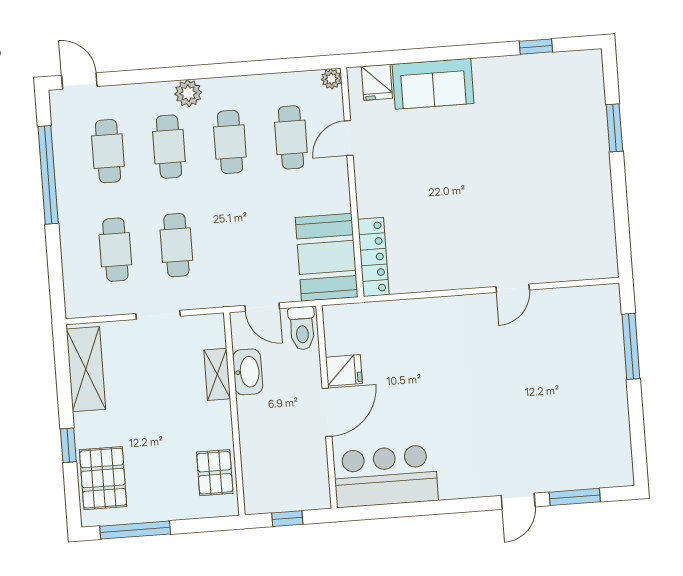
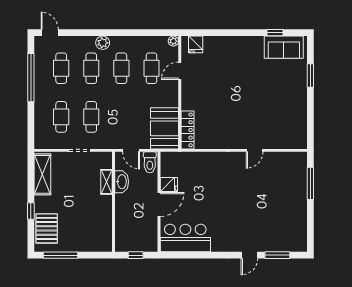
sofa: (433, 84) -> (284, 47), moved
pallet: (215, 473) -> (102, 230), removed

